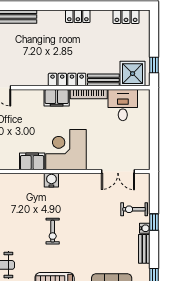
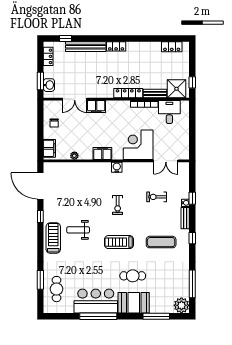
locker: (78, 16) -> (116, 46), moved
filing cabinet: (57, 98) -> (96, 107), moved
corner desk: (66, 150) -> (138, 145), moved
exercise bike: (134, 209) -> (157, 197), moved

